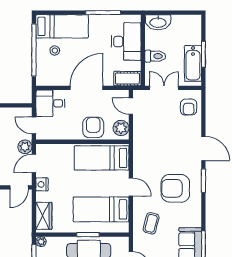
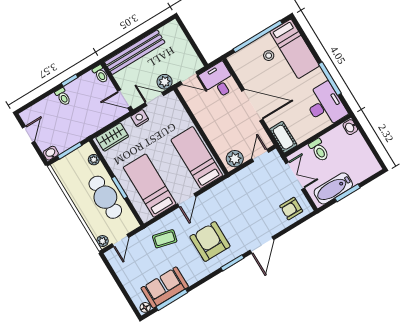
washbasin: (158, 22) -> (350, 127), width x0.52, depth x0.69
desk: (126, 41) -> (325, 105), moved, turned -90
door: (34, 125) -> (189, 78), swing flipped
armchair: (93, 127) -> (220, 133), removed
plant: (41, 242) -> (94, 160), moved

